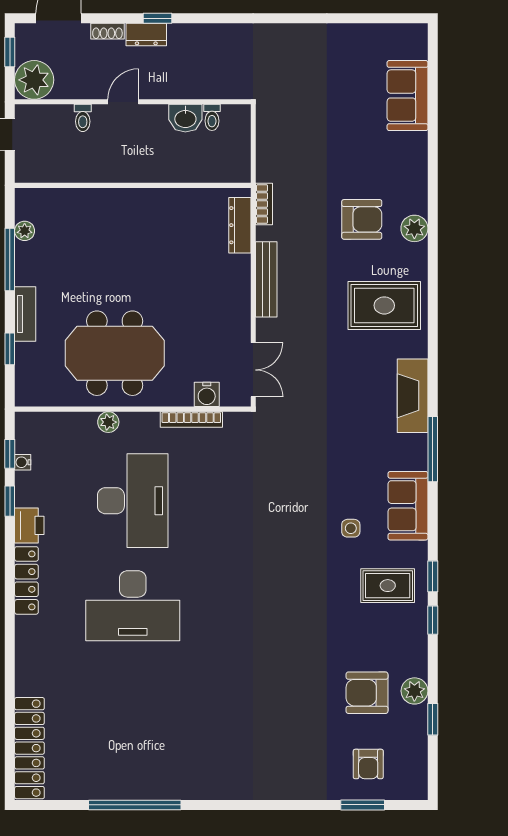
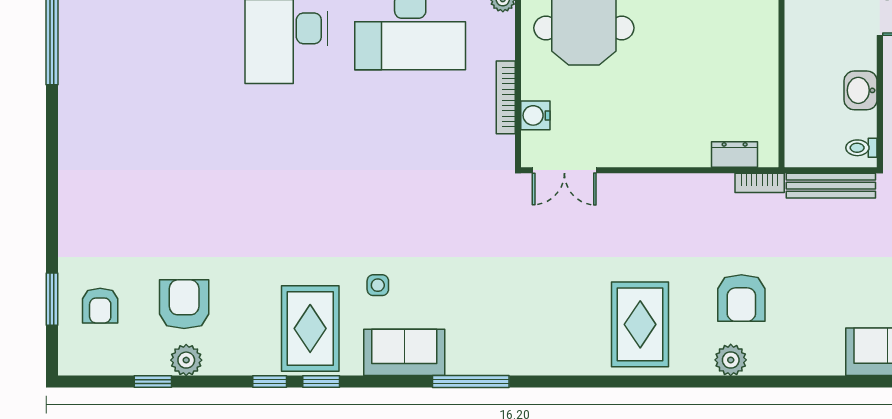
toilet: (212, 117) -> (861, 148), moved
dresser: (240, 225) -> (735, 154), width x0.70
bench: (266, 279) -> (831, 186), moved
fireplace: (413, 396) -> (534, 358), removed
rug: (388, 586) -> (310, 329), width x1.36, depth x1.43
armchair: (368, 764) -> (100, 306), turned -90

